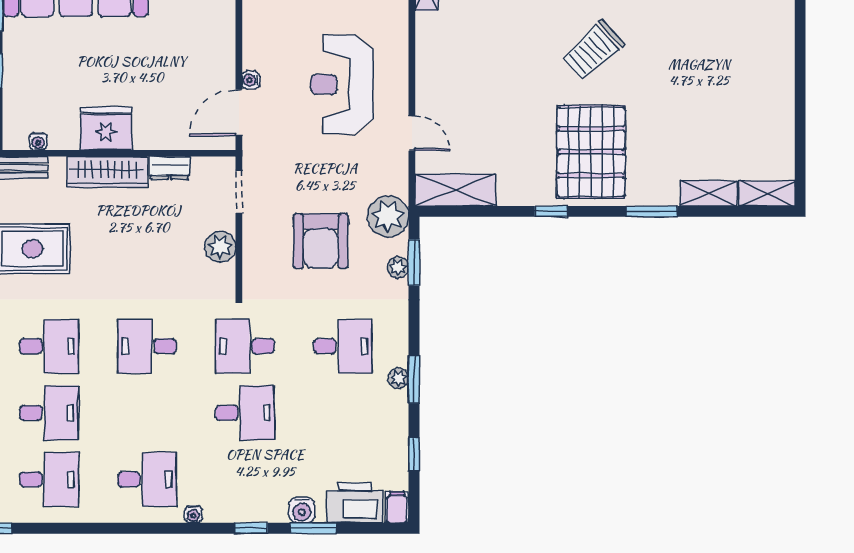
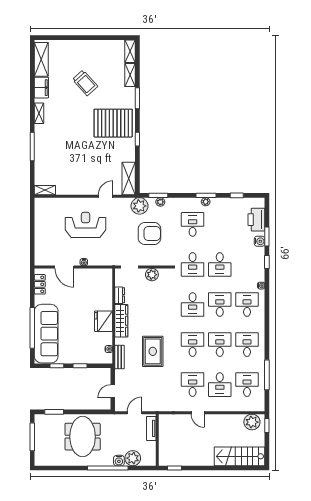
trolley: (593, 50) -> (85, 83), moved
reception desk: (342, 84) -> (86, 225), turned 180
door: (239, 113) -> (64, 267), moved
desk: (147, 413) -> (220, 305), added
desk: (245, 413) -> (220, 264), turned 180
filing cabinet: (397, 507) -> (258, 202), removed

